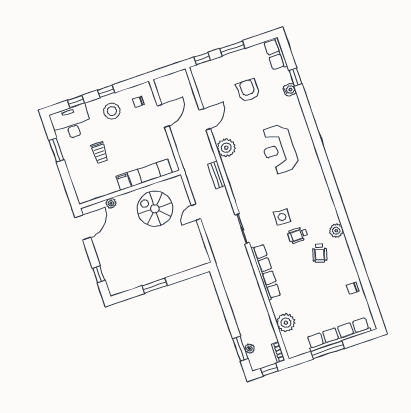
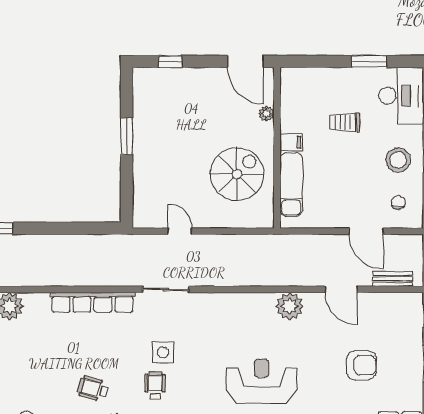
bench: (217, 175) -> (393, 279), moved
door: (196, 212) -> (180, 231), moved
wheelchair: (298, 235) -> (155, 385), moved

